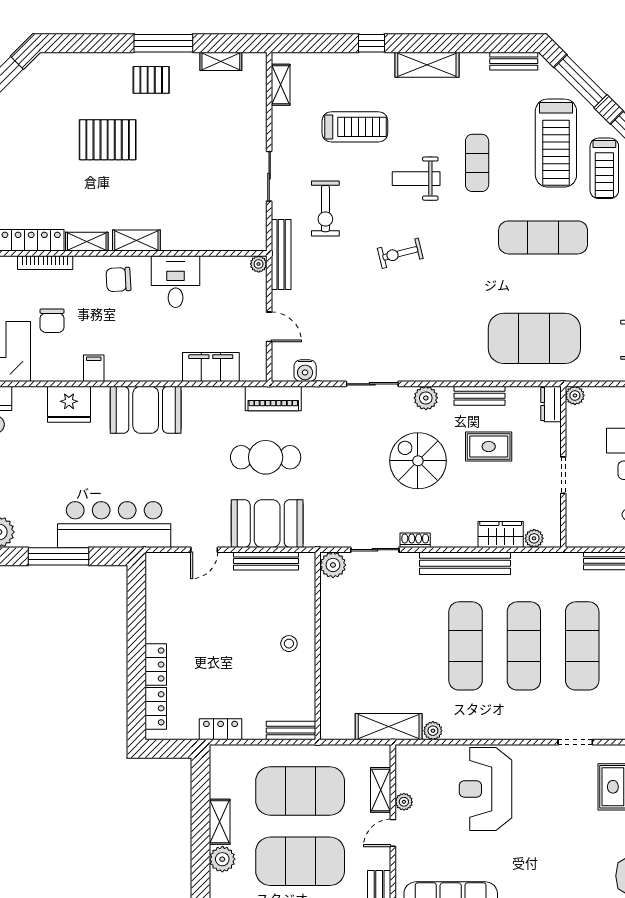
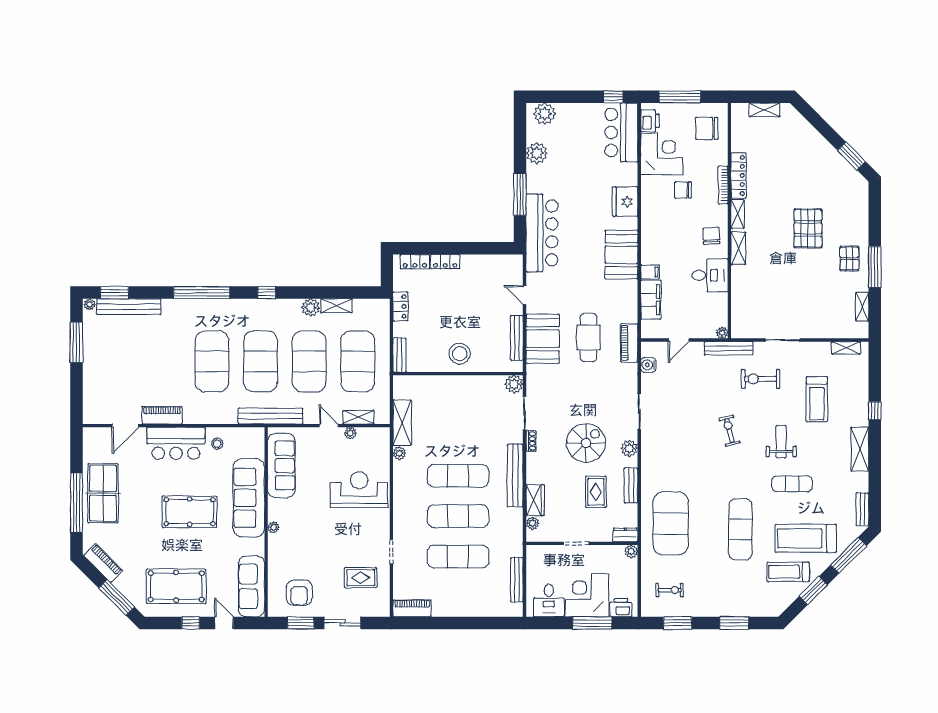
filing cabinet: (94, 368) -> (650, 272), moved
stool: (289, 644) -> (460, 354), width x1.89, depth x1.89

